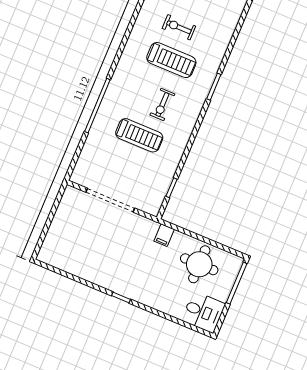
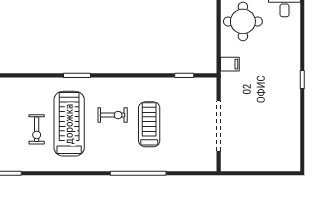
treadmill: (171, 60) -> (69, 124), width x1.37, depth x1.38

